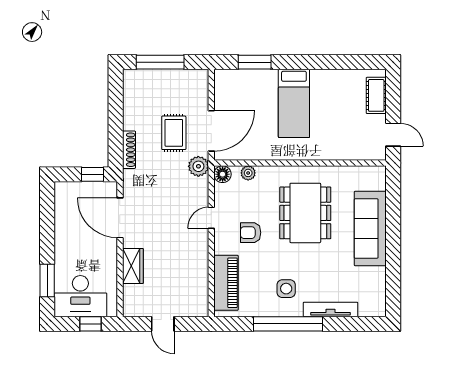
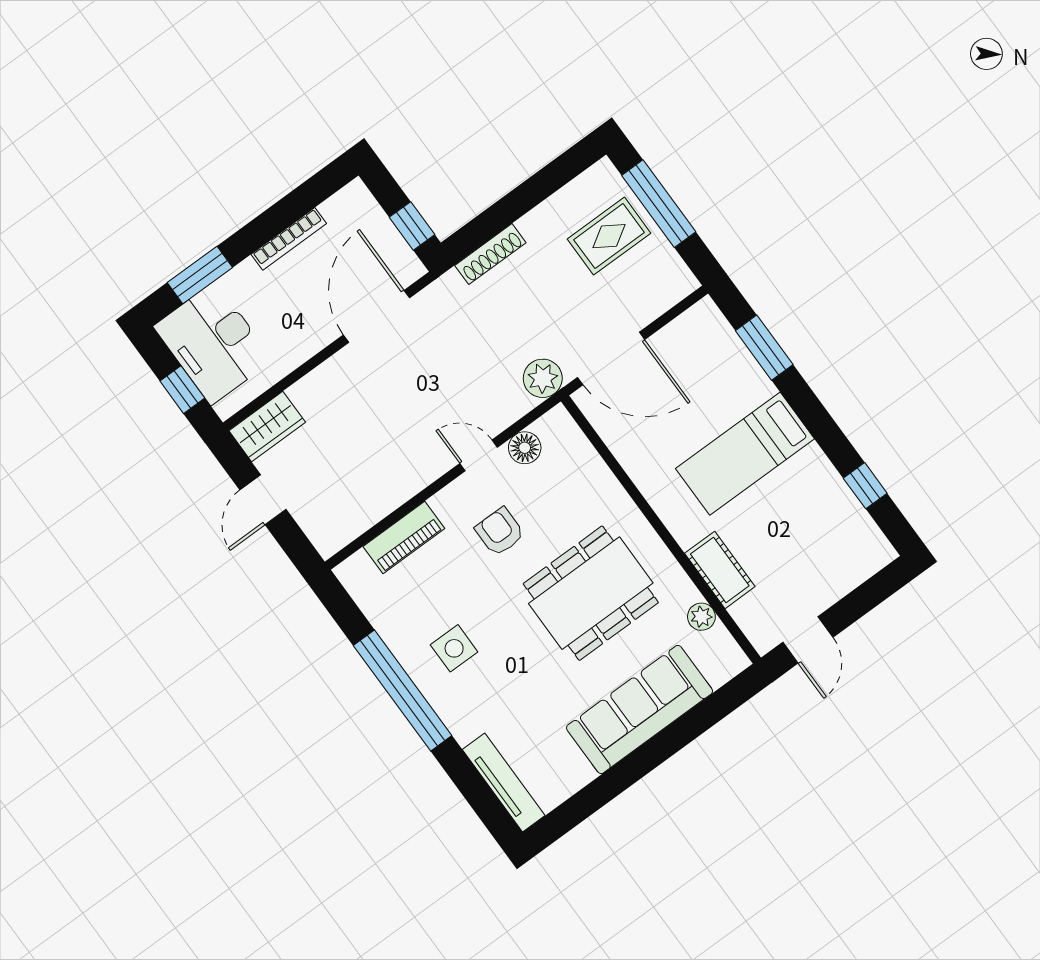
window: (345, 62) -> (865, 486), added
cot: (376, 95) -> (720, 570), moved, turned 90
rug: (174, 133) -> (609, 236), moved
plant: (248, 173) -> (701, 617), moved
floor lamp: (223, 174) -> (525, 448), moved
bookcase: (59, 231) -> (289, 239), added
wardrobe: (133, 266) -> (267, 427), moved
piano: (226, 283) -> (404, 537), width x0.73, depth x0.75
tv unit: (331, 309) -> (504, 783), moved

